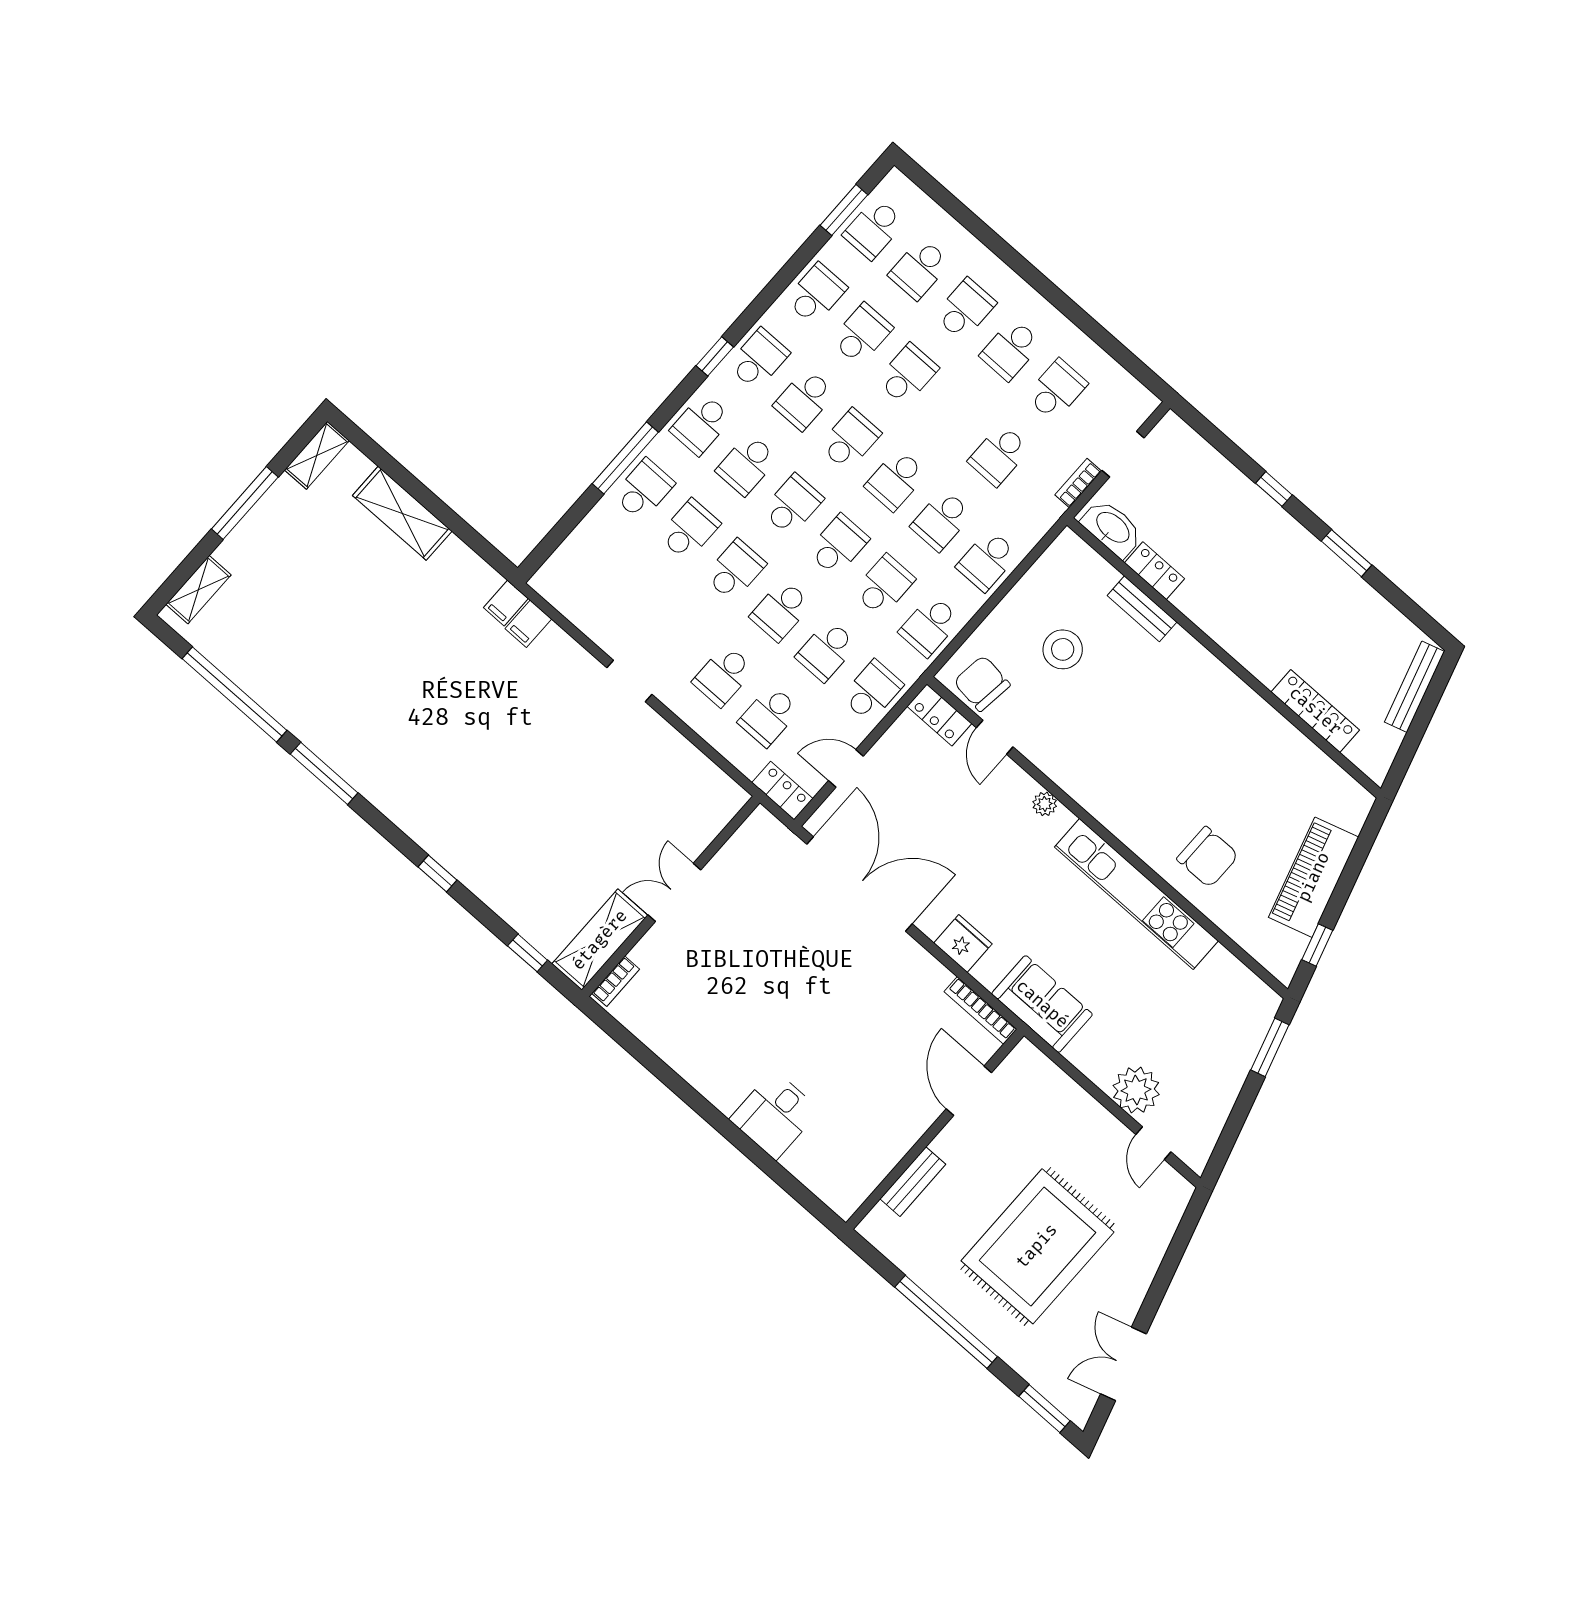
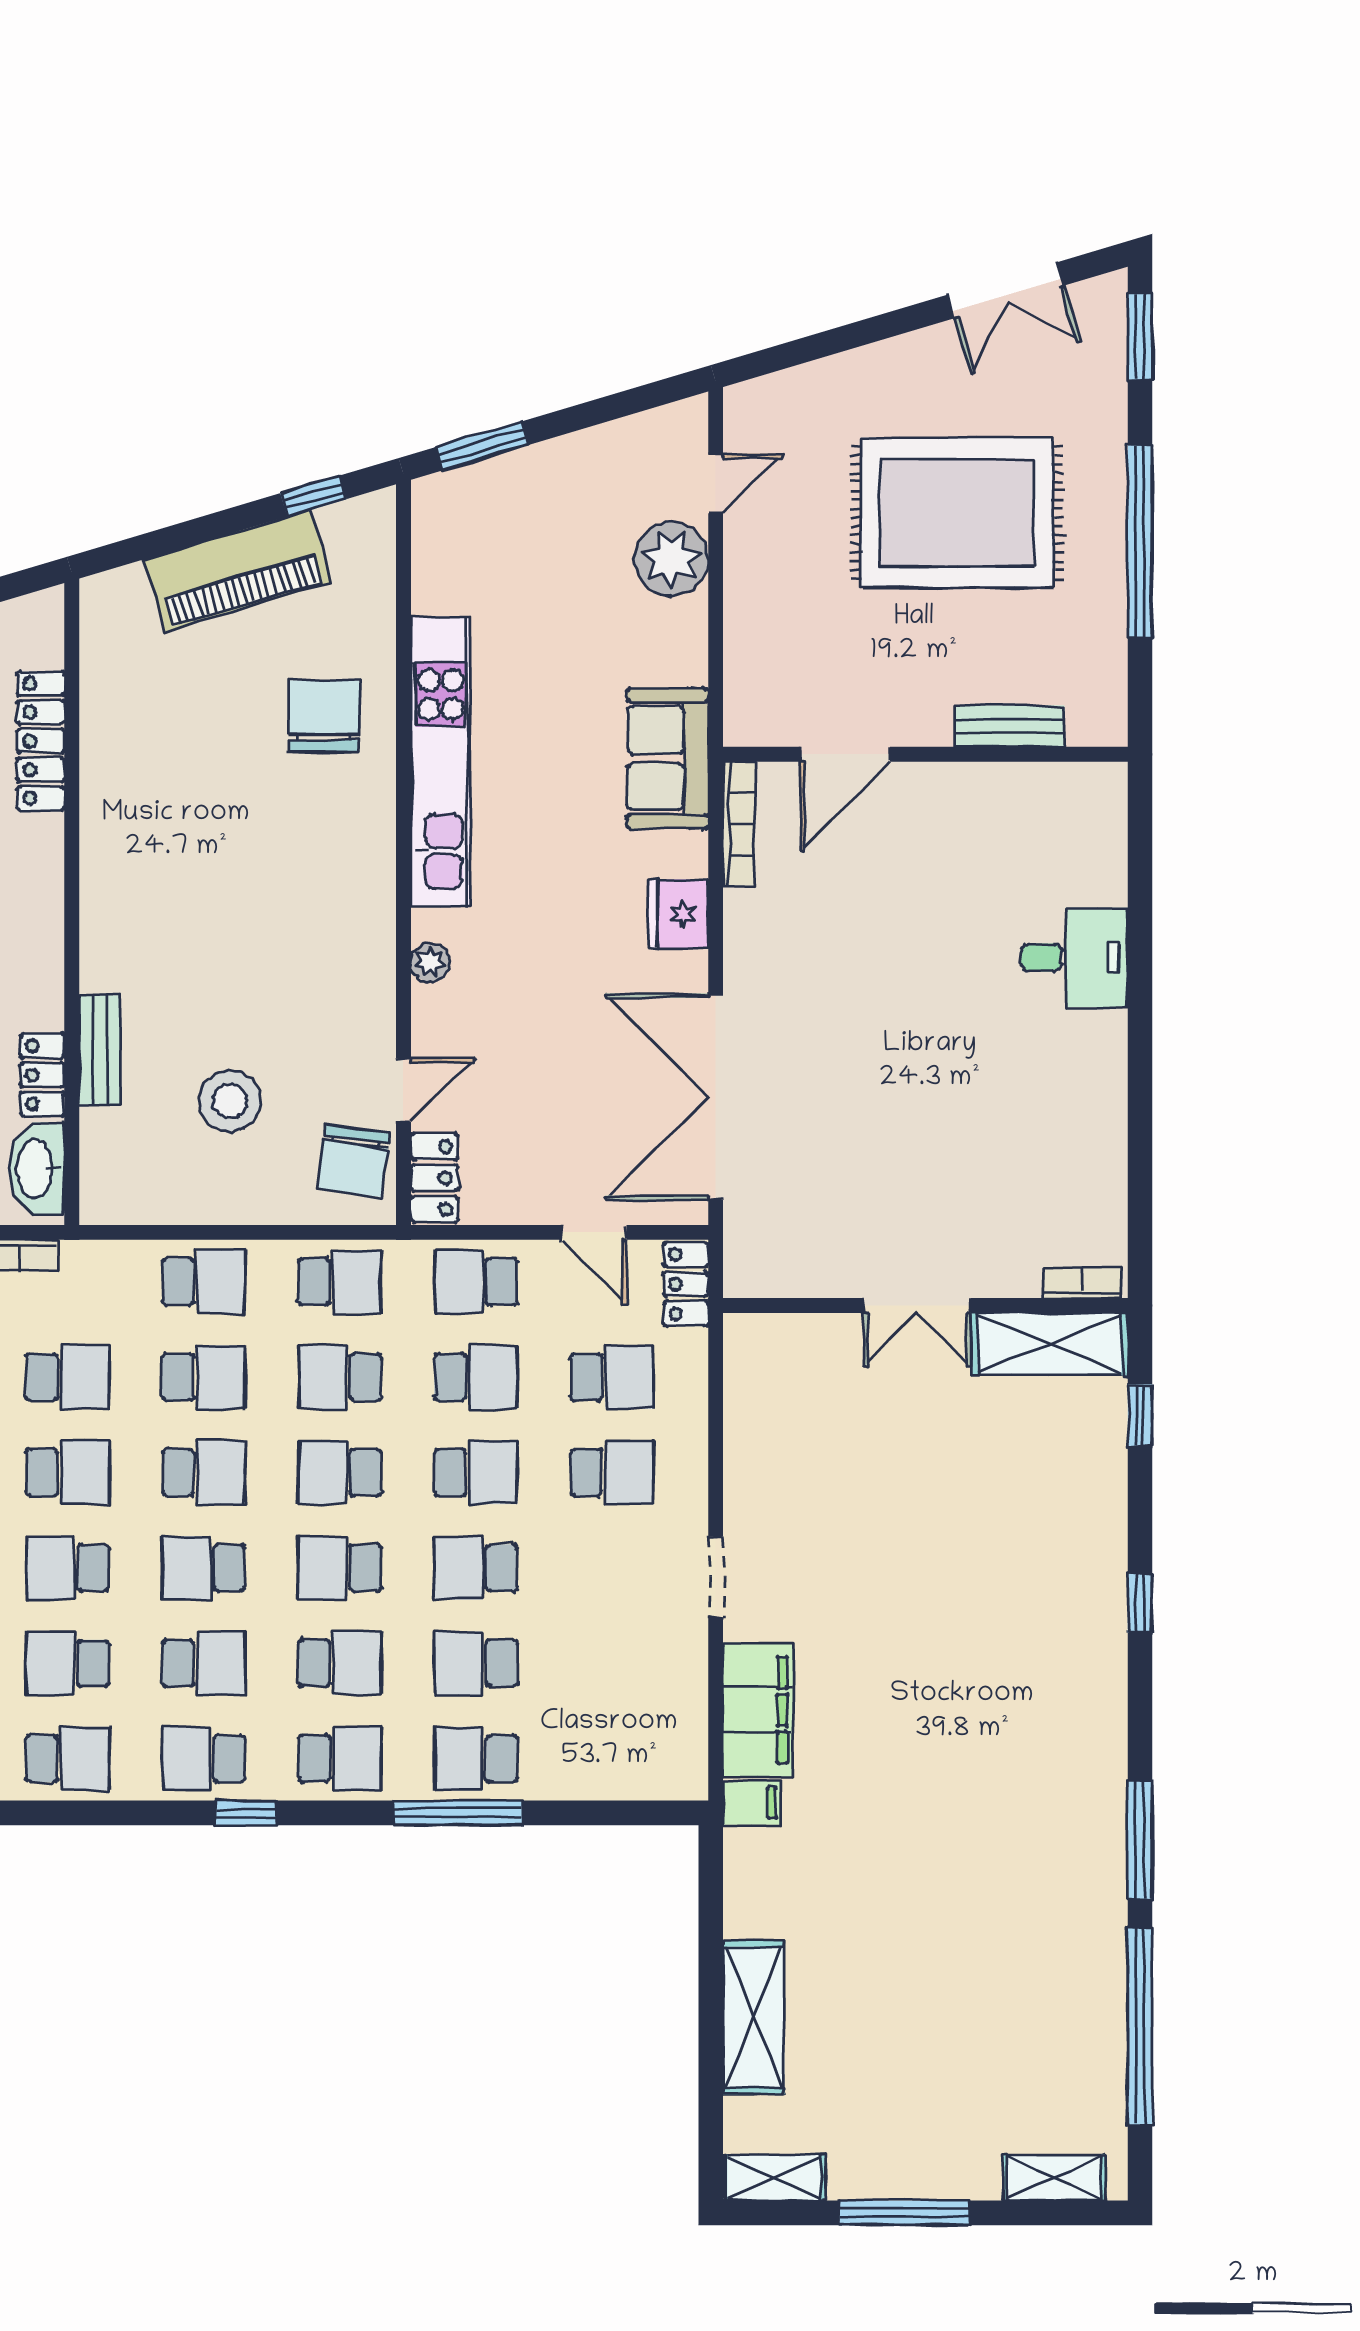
school desk: (816, 294) -> (68, 1759), turned 180
school desk: (953, 415) -> (68, 1472), added
filing cabinet: (528, 624) -> (758, 1710), width x3.00, depth x1.17

